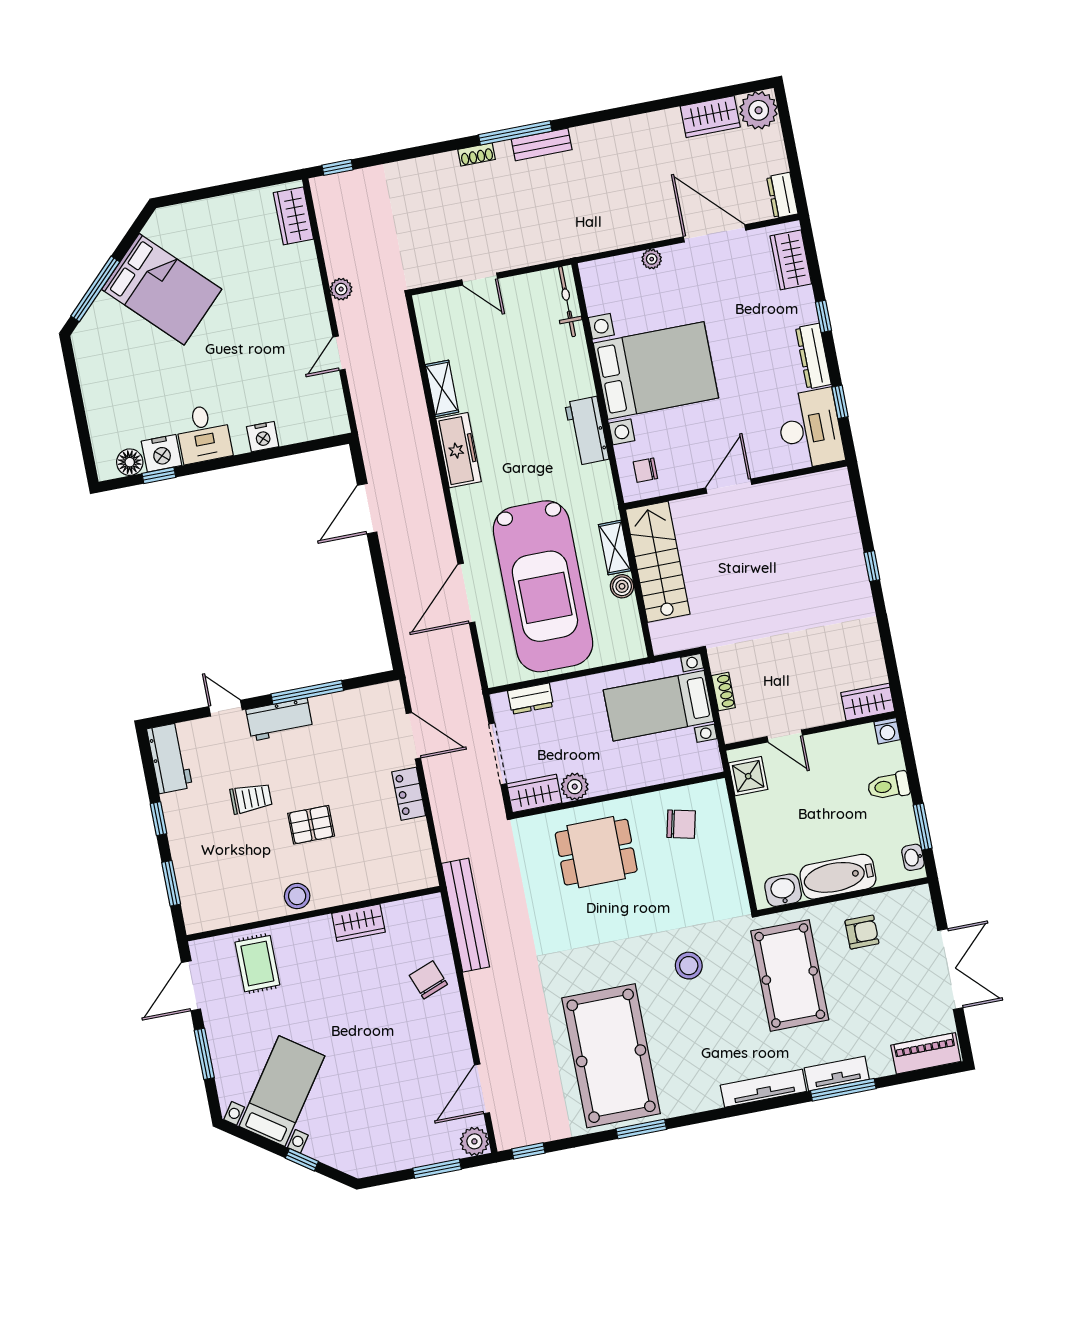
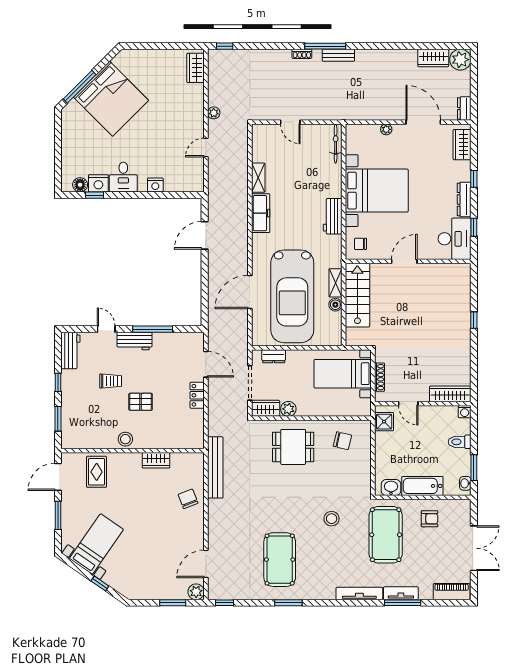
bed: (162, 289) -> (111, 99), width x1.36
shoe rack: (723, 692) -> (380, 377), width x1.43
wardrobe: (868, 702) -> (450, 394), width x1.50
pool table: (611, 1056) -> (280, 560), width x0.73, depth x0.76

